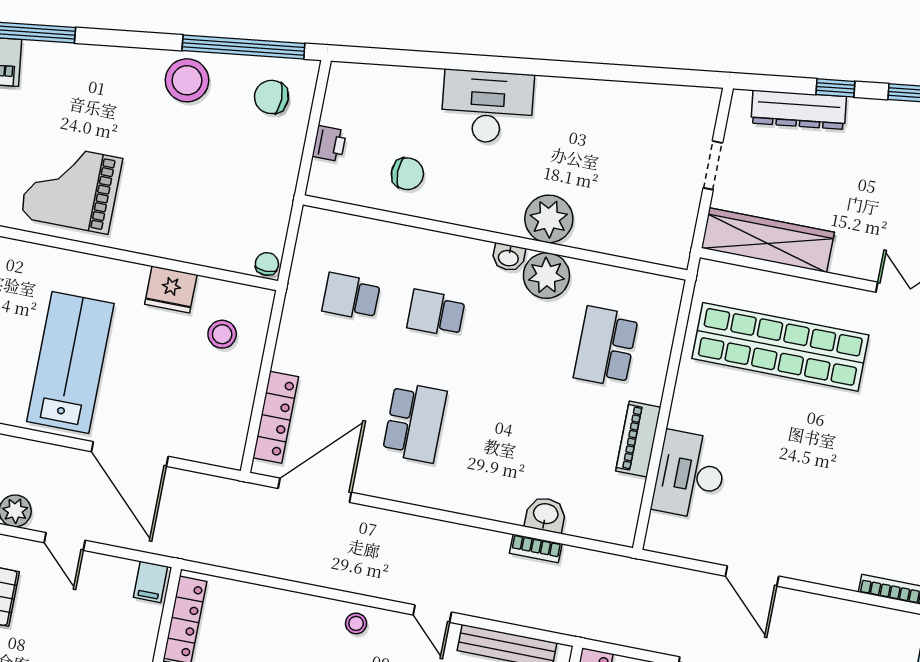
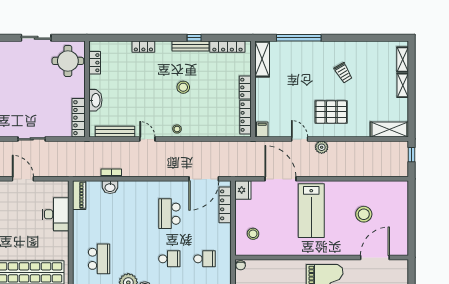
fridge: (171, 289) -> (243, 190), moved, turned 90
piano: (638, 439) -> (79, 195), moved

